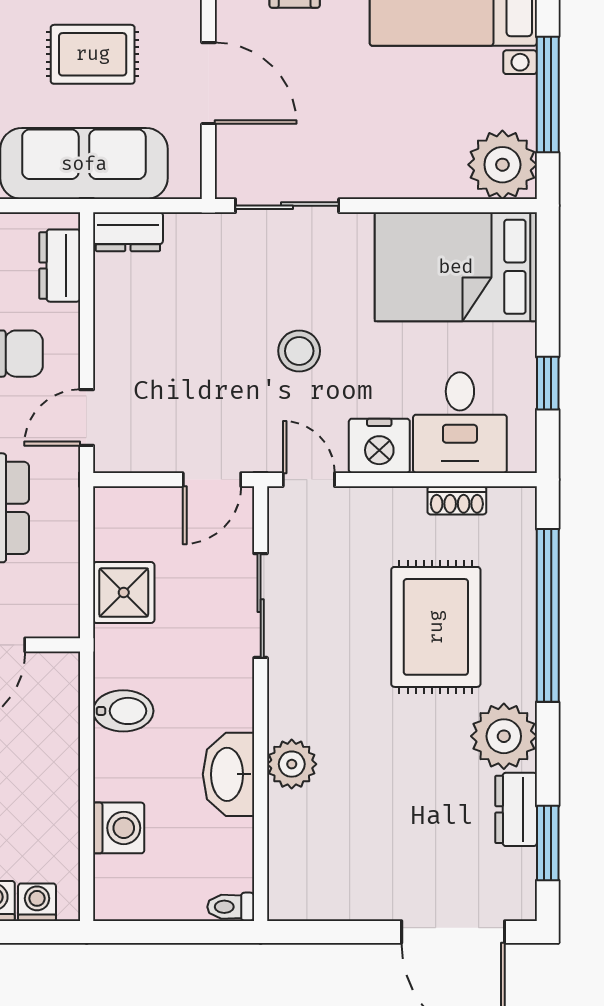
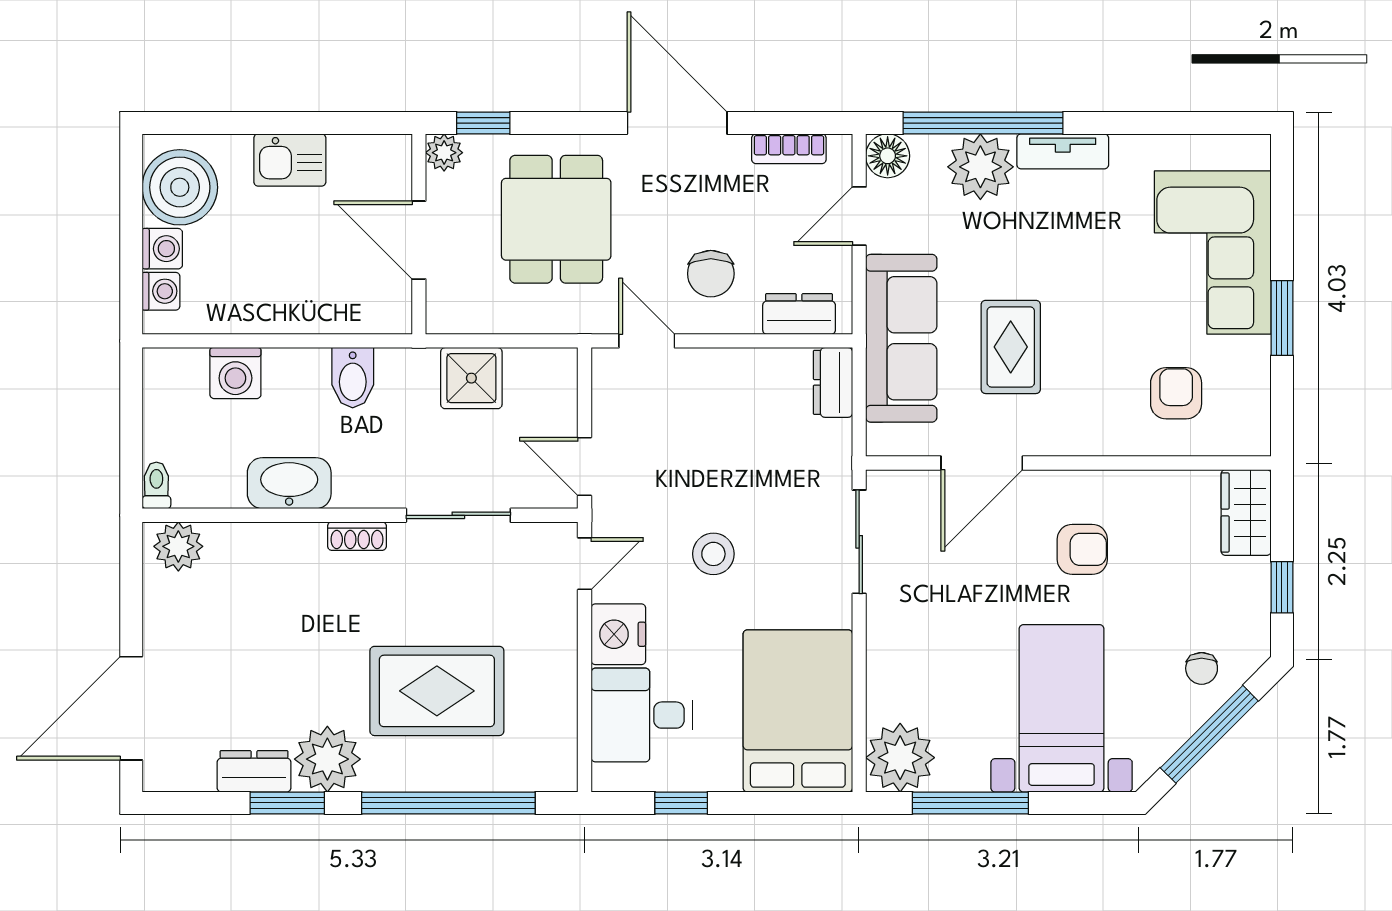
shoe rack: (457, 500) -> (357, 536), moved, turned -90
plant: (292, 764) -> (178, 546), moved
window: (548, 843) -> (287, 803), moved

